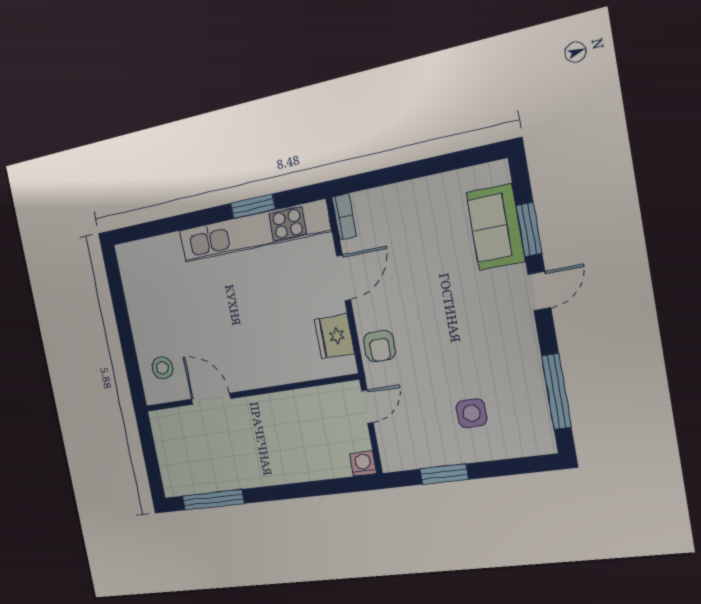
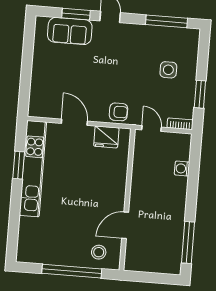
bookcase: (344, 217) -> (180, 124), moved
window: (125, 334) -> (72, 271), added
washing machine: (363, 464) -> (182, 169), moved

